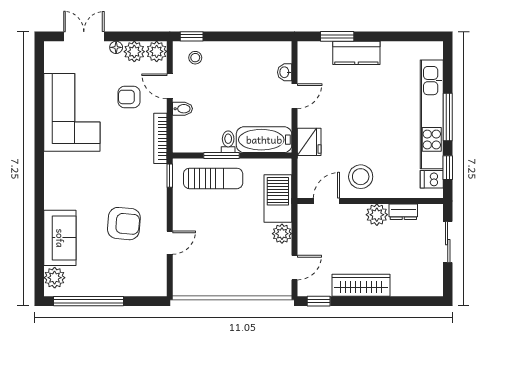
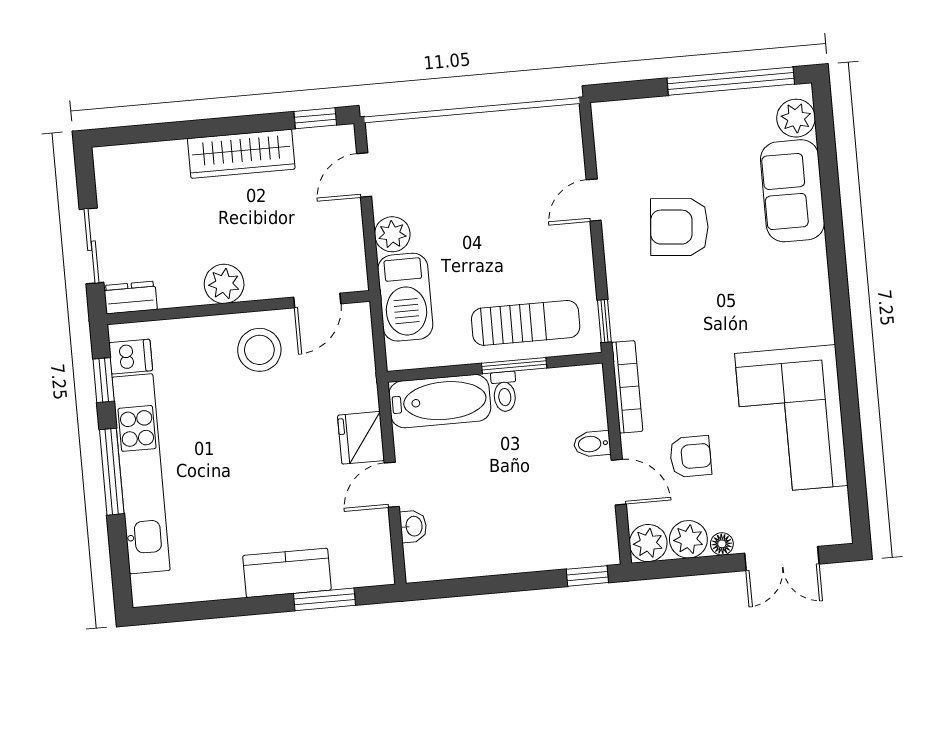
stool: (195, 58) -> (577, 538), removed
fridge: (309, 142) -> (361, 438), moved
sun lounger: (213, 178) -> (526, 323), turned 180
dresser: (403, 212) -> (131, 298), moved

